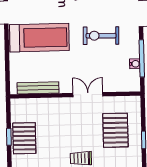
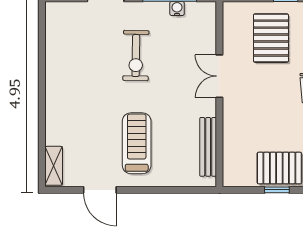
treadmill: (39, 38) -> (137, 143), width x0.73, depth x0.73
pallet: (115, 130) -> (271, 38), turned 90

